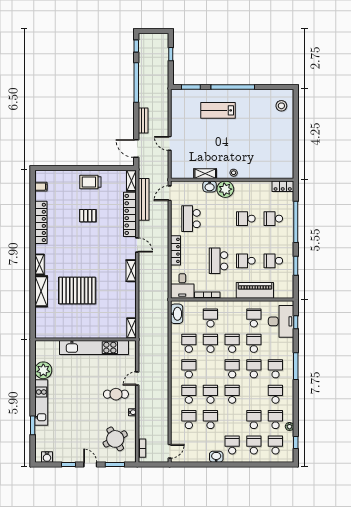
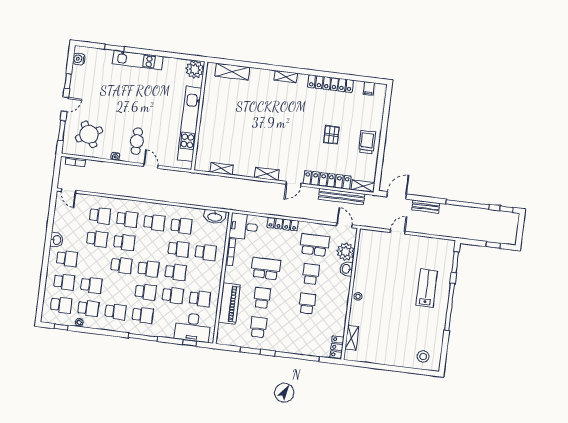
shelving: (205, 174) -> (352, 338), moved
plant: (225, 189) -> (346, 252), moved
school desk: (273, 219) -> (311, 274), moved
shelving: (41, 291) -> (232, 72), moved
pallet: (77, 291) -> (253, 113), removed
shelving: (132, 328) -> (222, 169), moved
plant: (43, 370) -> (195, 69), moved

